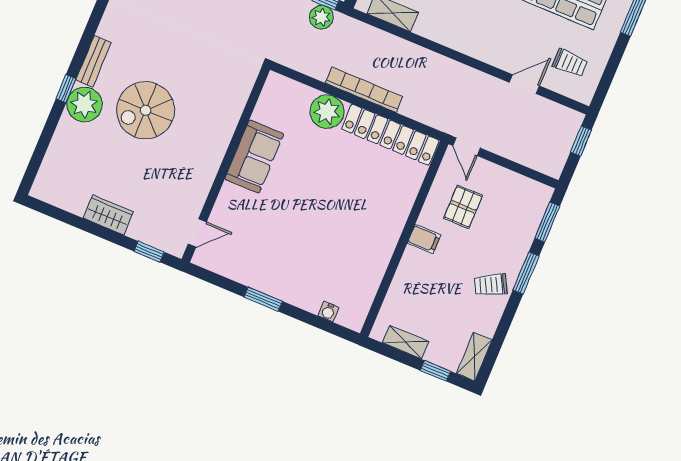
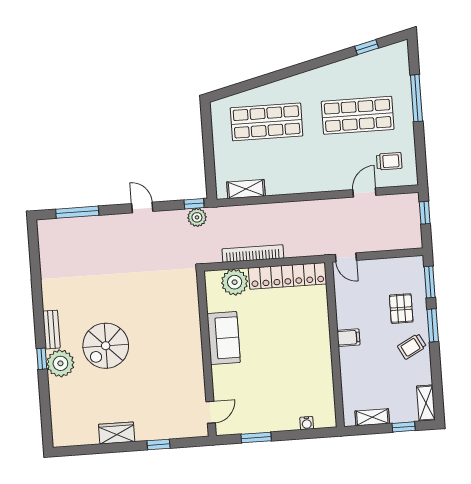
sofa: (254, 157) -> (224, 338), moved
wall: (226, 164) -> (206, 354), moved
pallet: (463, 207) -> (401, 309), moved
door: (197, 233) -> (211, 412), moved

